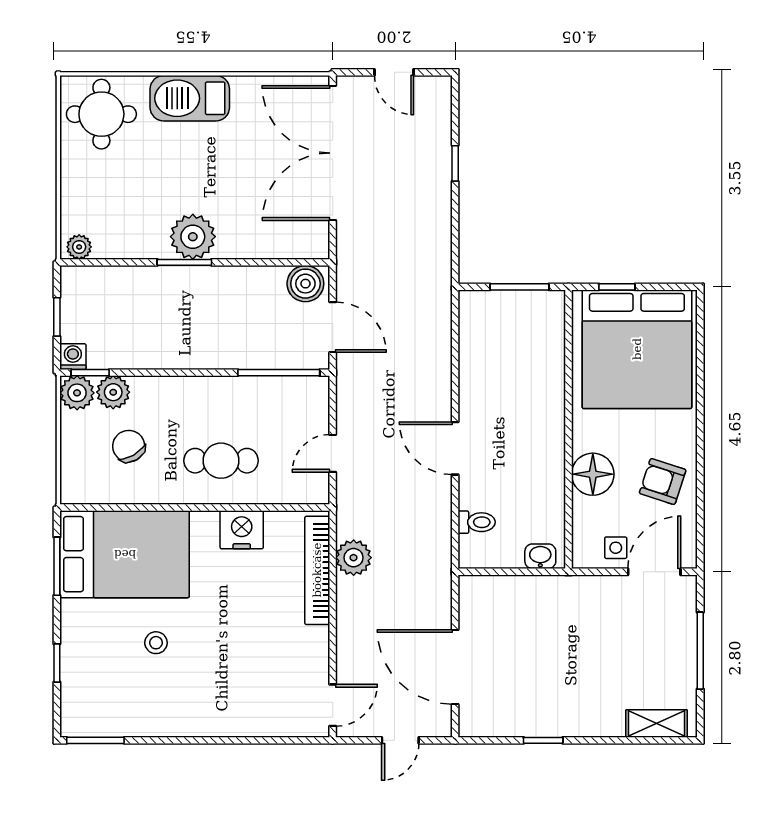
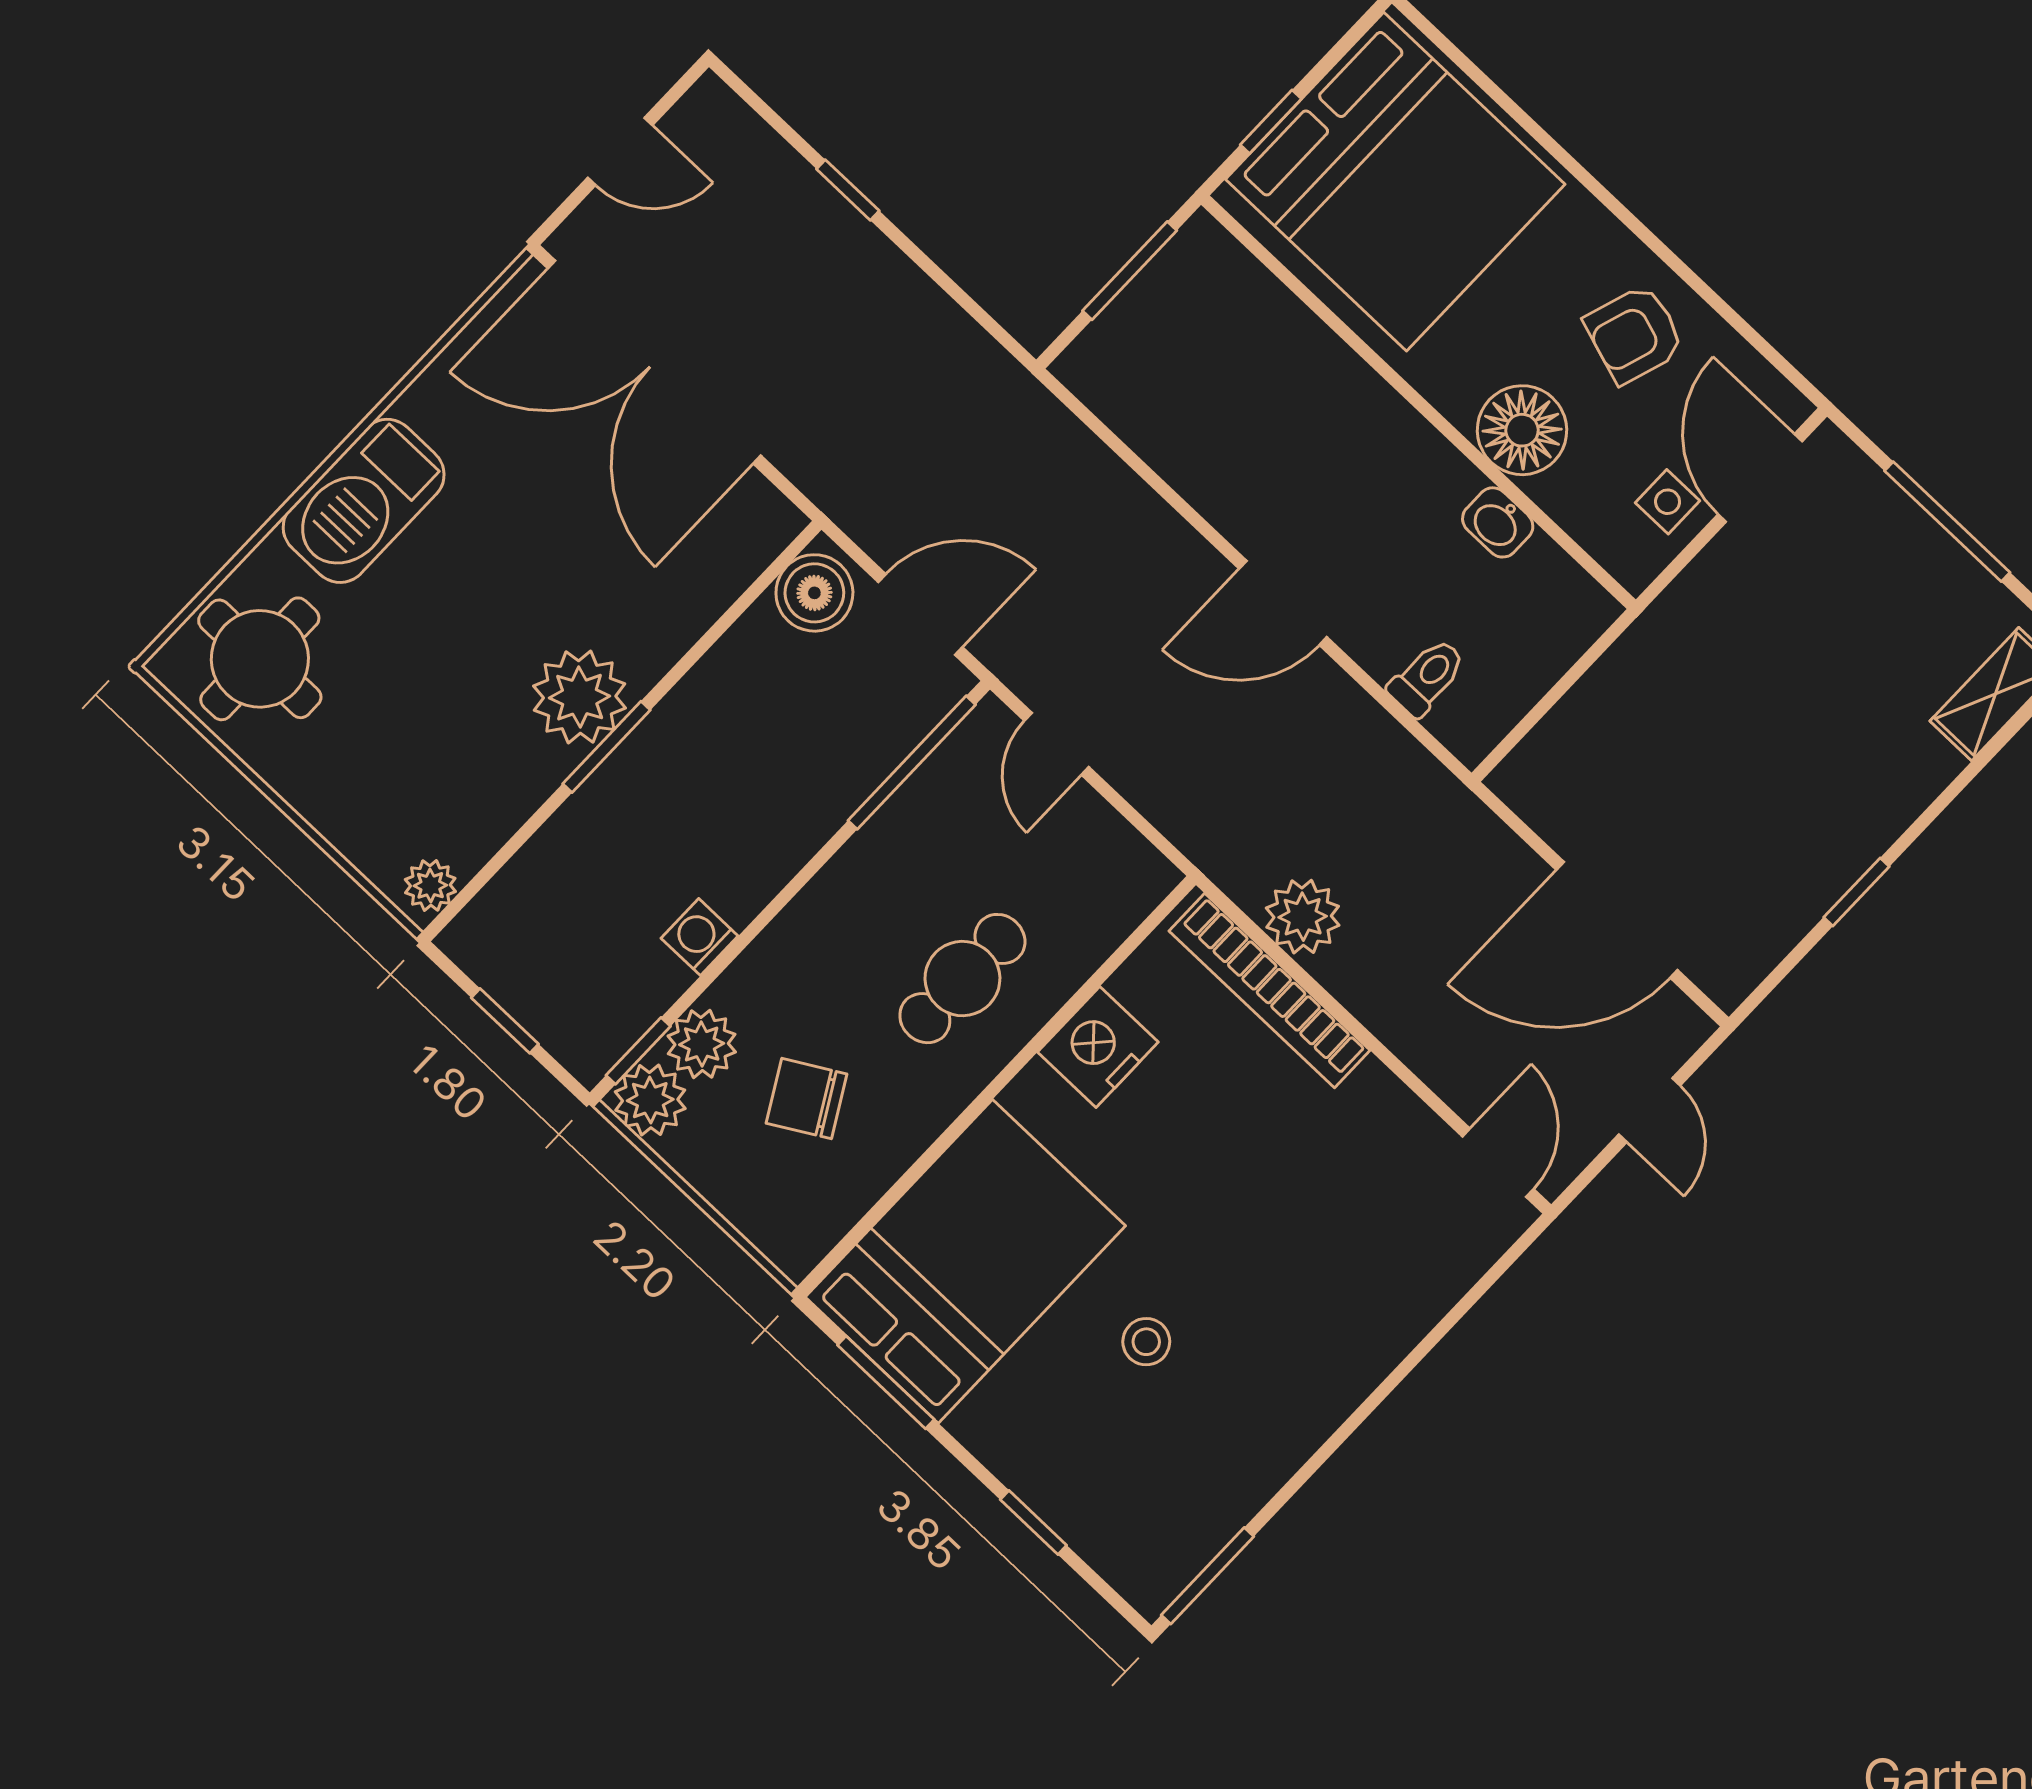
washing machine: (73, 357) -> (700, 937), moved
door: (333, 453) -> (1057, 744), moved
washbasin: (540, 556) -> (1498, 522), moved, turned -90

